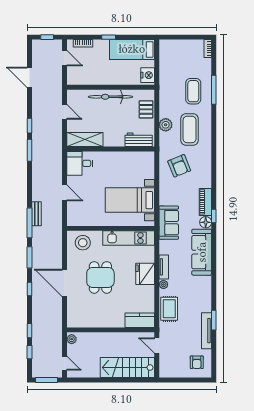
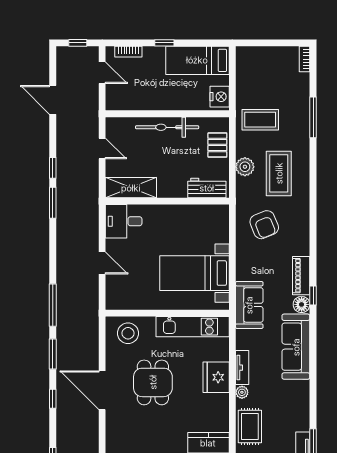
coffee table: (193, 91) -> (260, 120), moved, turned 90
bench: (36, 214) -> (63, 292), removed

